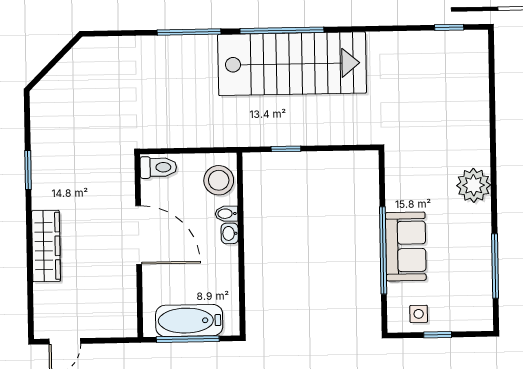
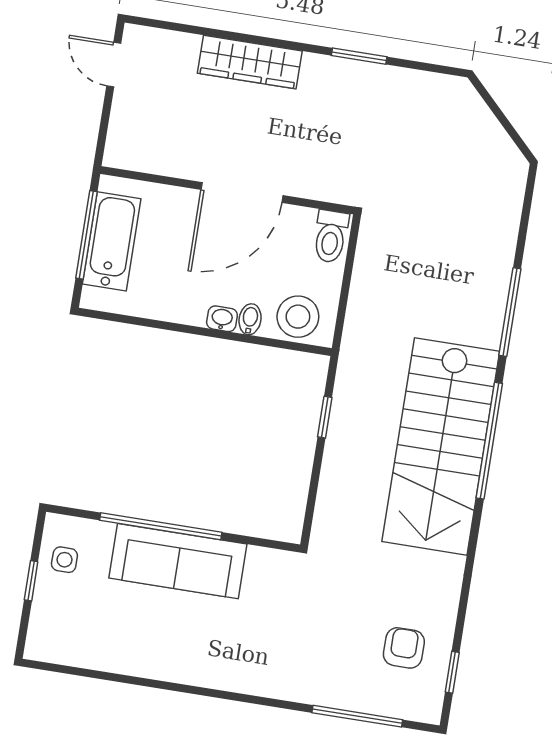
armchair: (438, 64) -> (404, 648), added
plant: (474, 185) -> (228, 667), removed
sofa: (406, 246) -> (178, 561), width x1.36
window: (495, 266) -> (357, 716), moved

